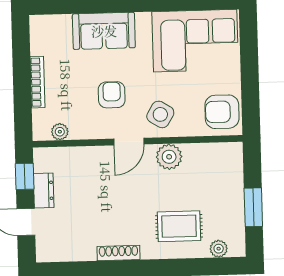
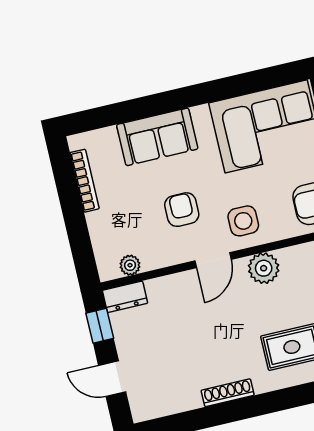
bookcase: (38, 82) -> (85, 181), moved
side table: (160, 114) -> (243, 221), turned -31
dresser: (44, 191) -> (125, 297), moved, turned 90

